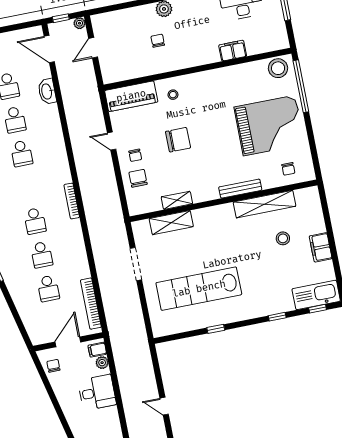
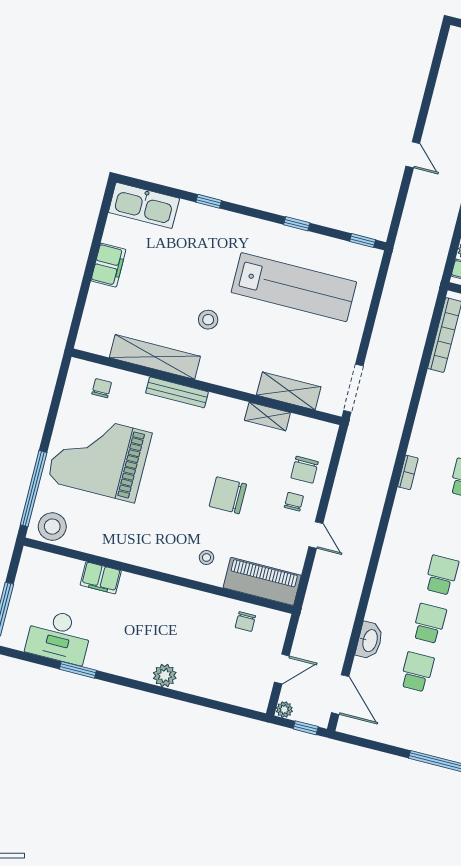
chair: (158, 41) -> (245, 622), moved
bookcase: (72, 201) -> (408, 472), width x0.64
stool: (283, 238) -> (208, 320), moved
doorway: (136, 264) -> (353, 388), moved
window: (318, 309) -> (363, 241), moved

